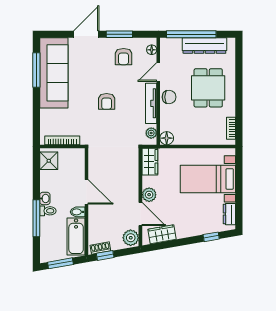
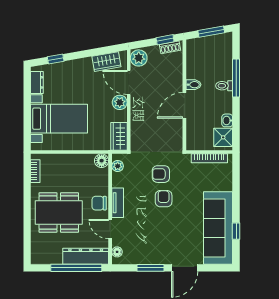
dresser: (204, 46) -> (86, 256), moved
armchair: (124, 57) -> (161, 174), moved, turned -90
window: (36, 70) -> (236, 231), width x0.46
door: (158, 72) -> (110, 229), swing flipped
dining table: (208, 88) -> (59, 213), width x1.38
tv unit: (151, 103) -> (118, 203), width x0.71
door: (86, 192) -> (184, 105), hinge flipped
washbasin: (45, 198) -> (227, 120), moved
bathtub: (76, 237) -> (195, 59), removed

